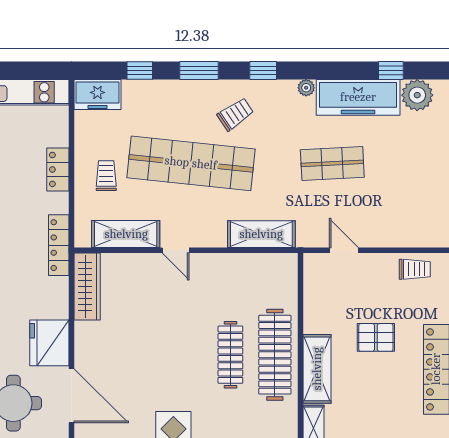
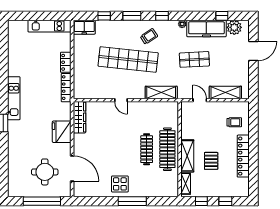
trolley: (106, 176) -> (88, 65), removed
shelving: (126, 234) -> (225, 93), moved
locker: (59, 245) -> (66, 88), moved
trolley: (415, 269) -> (234, 122), moved
pallet: (376, 337) -> (211, 161), moved, turned 90
fridge: (49, 343) -> (62, 132), moved

